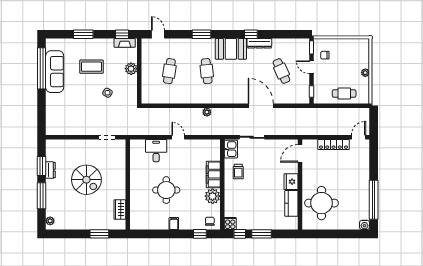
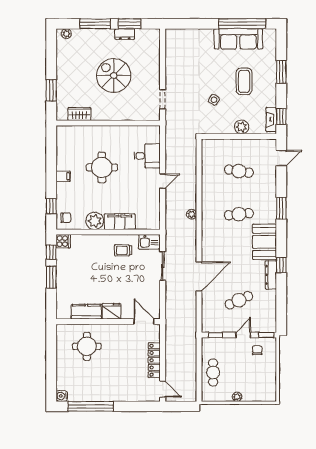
spiral stairs: (86, 180) -> (114, 75), turned 90
round table: (321, 203) -> (87, 346), width x0.73, depth x0.73

